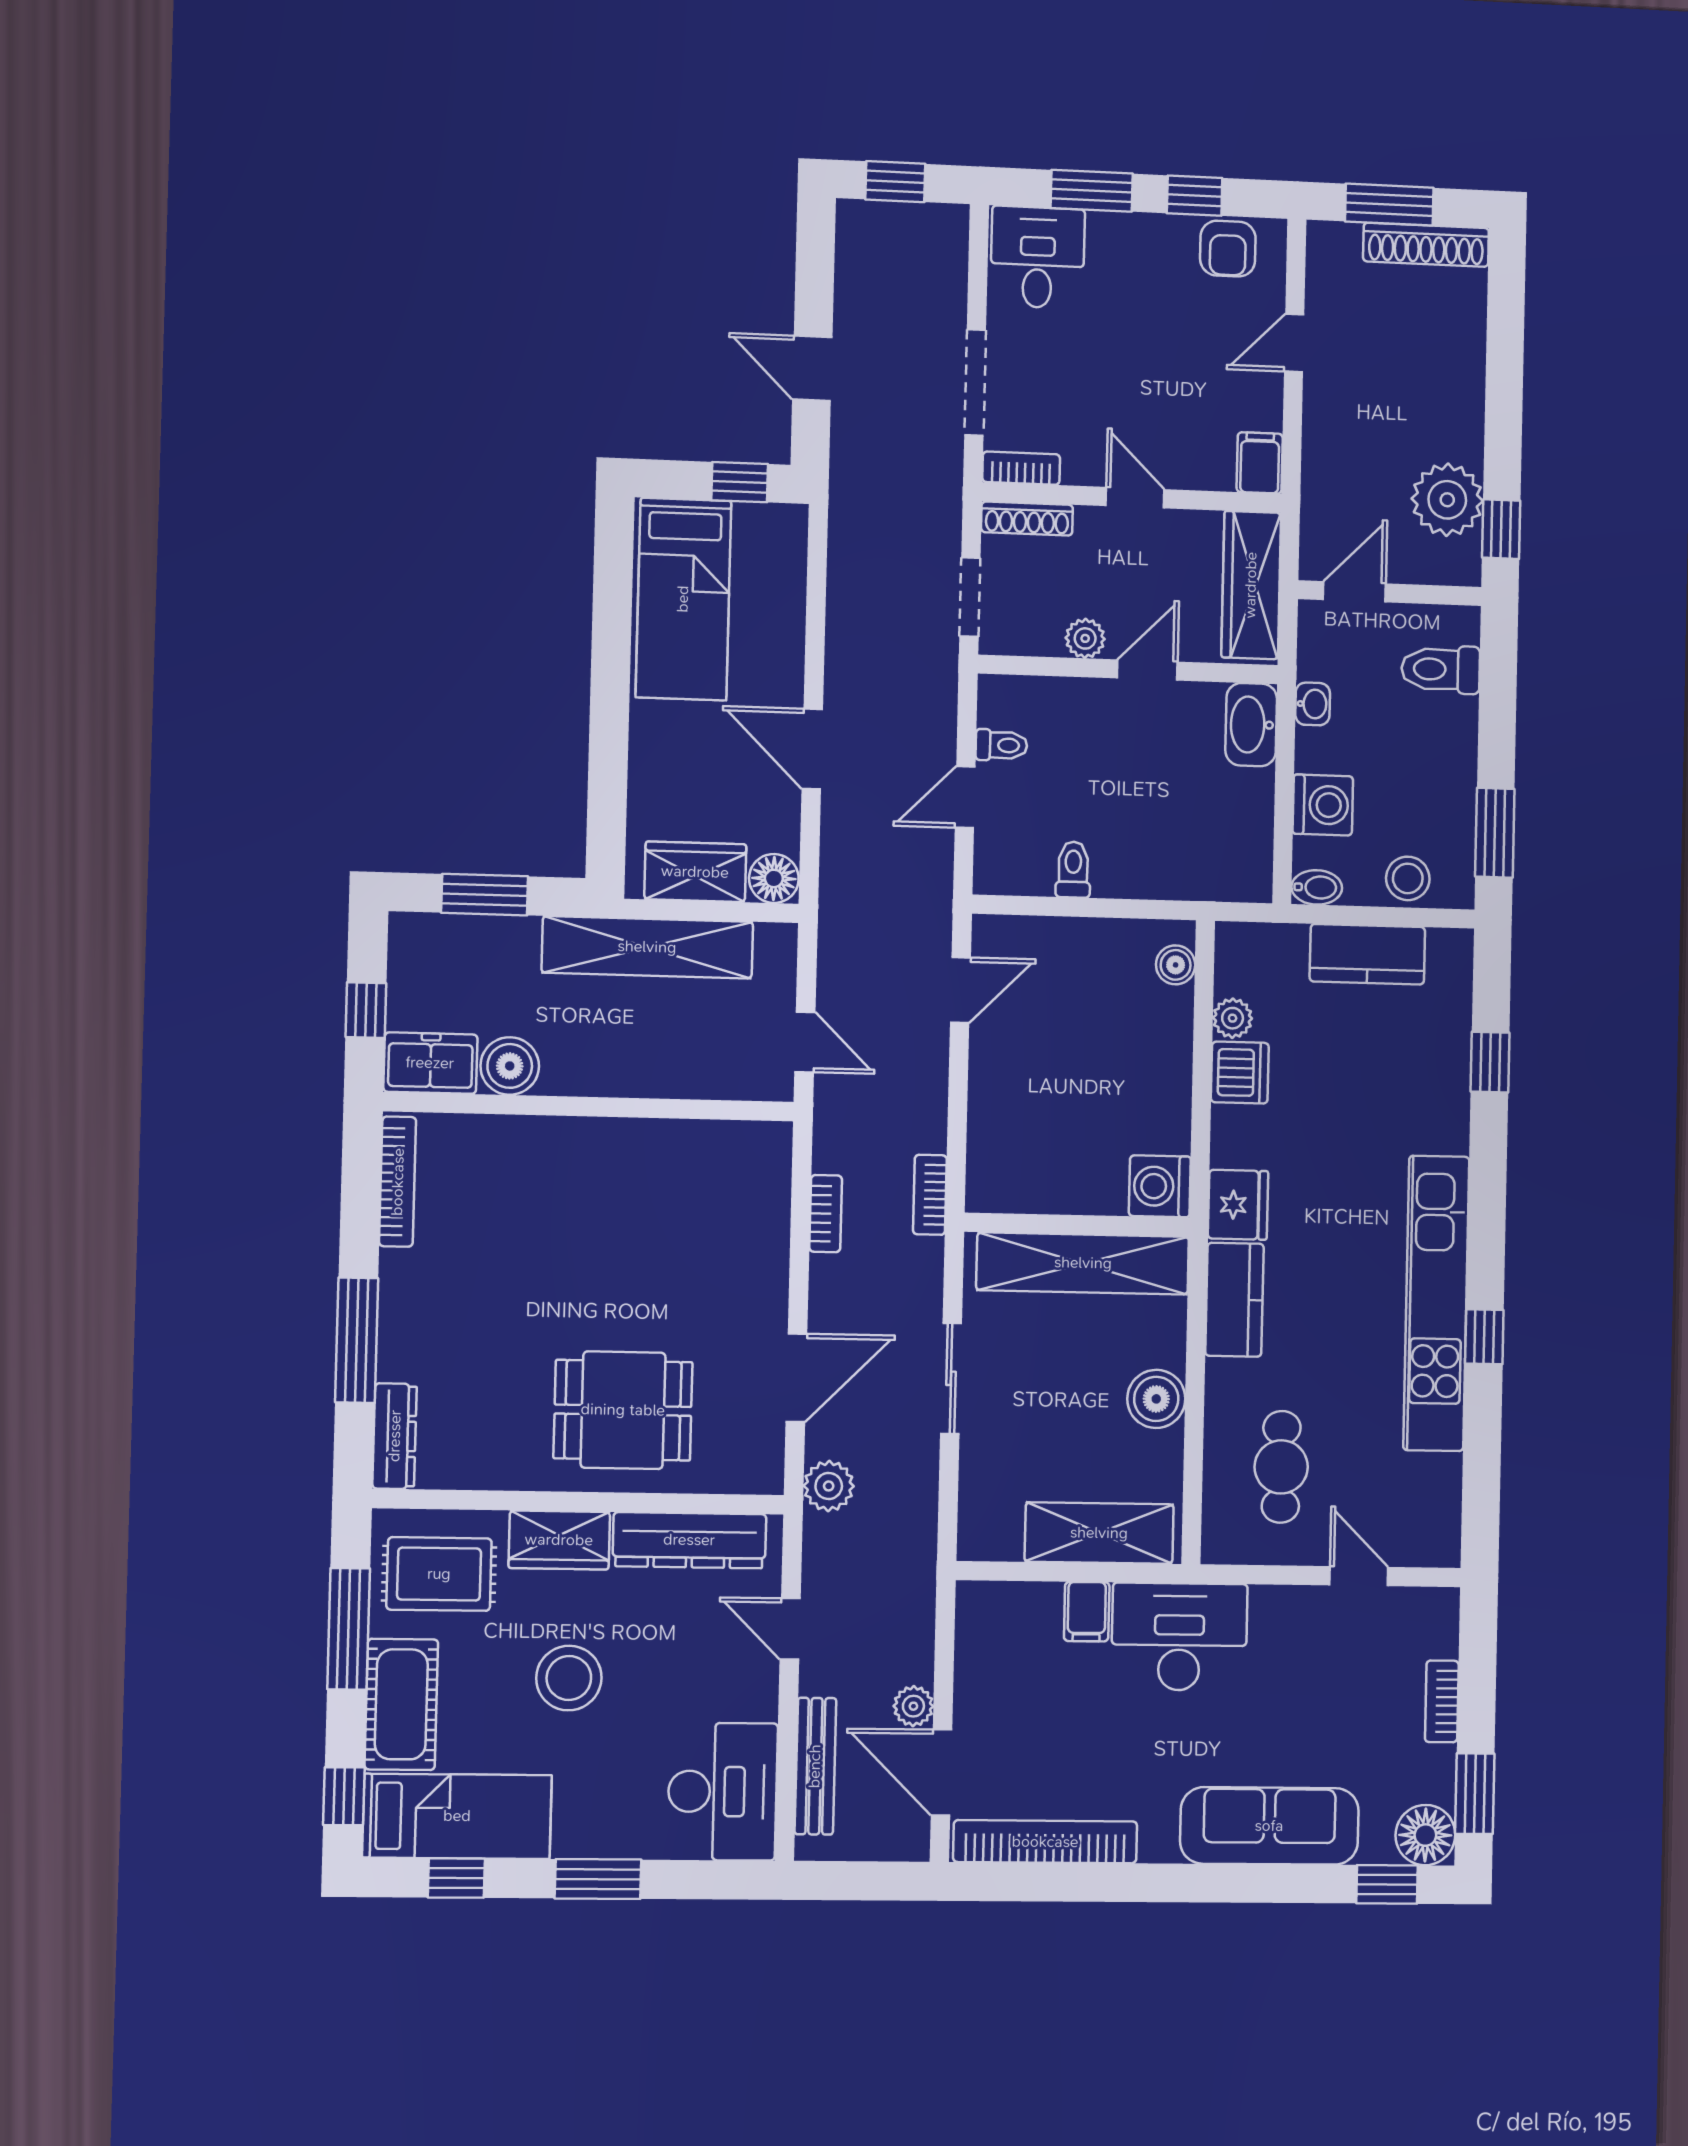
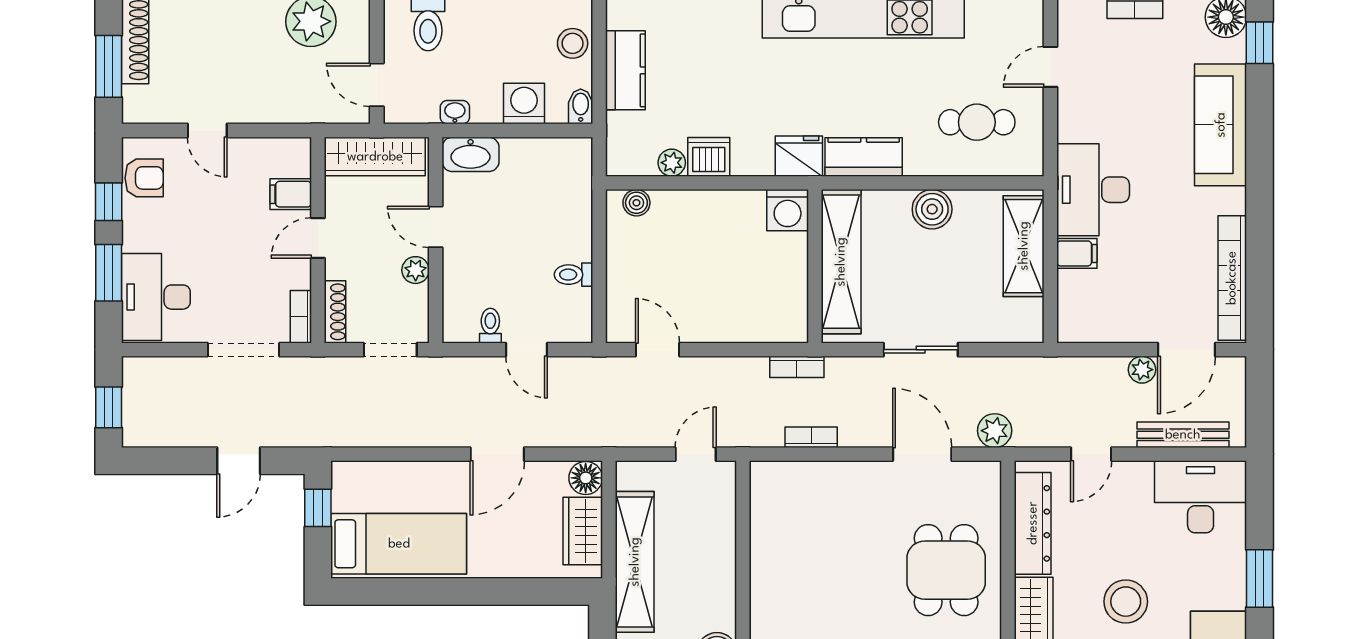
desk: (1038, 257) -> (156, 297), width x1.37
filing cabinet: (1260, 463) -> (291, 194), moved

